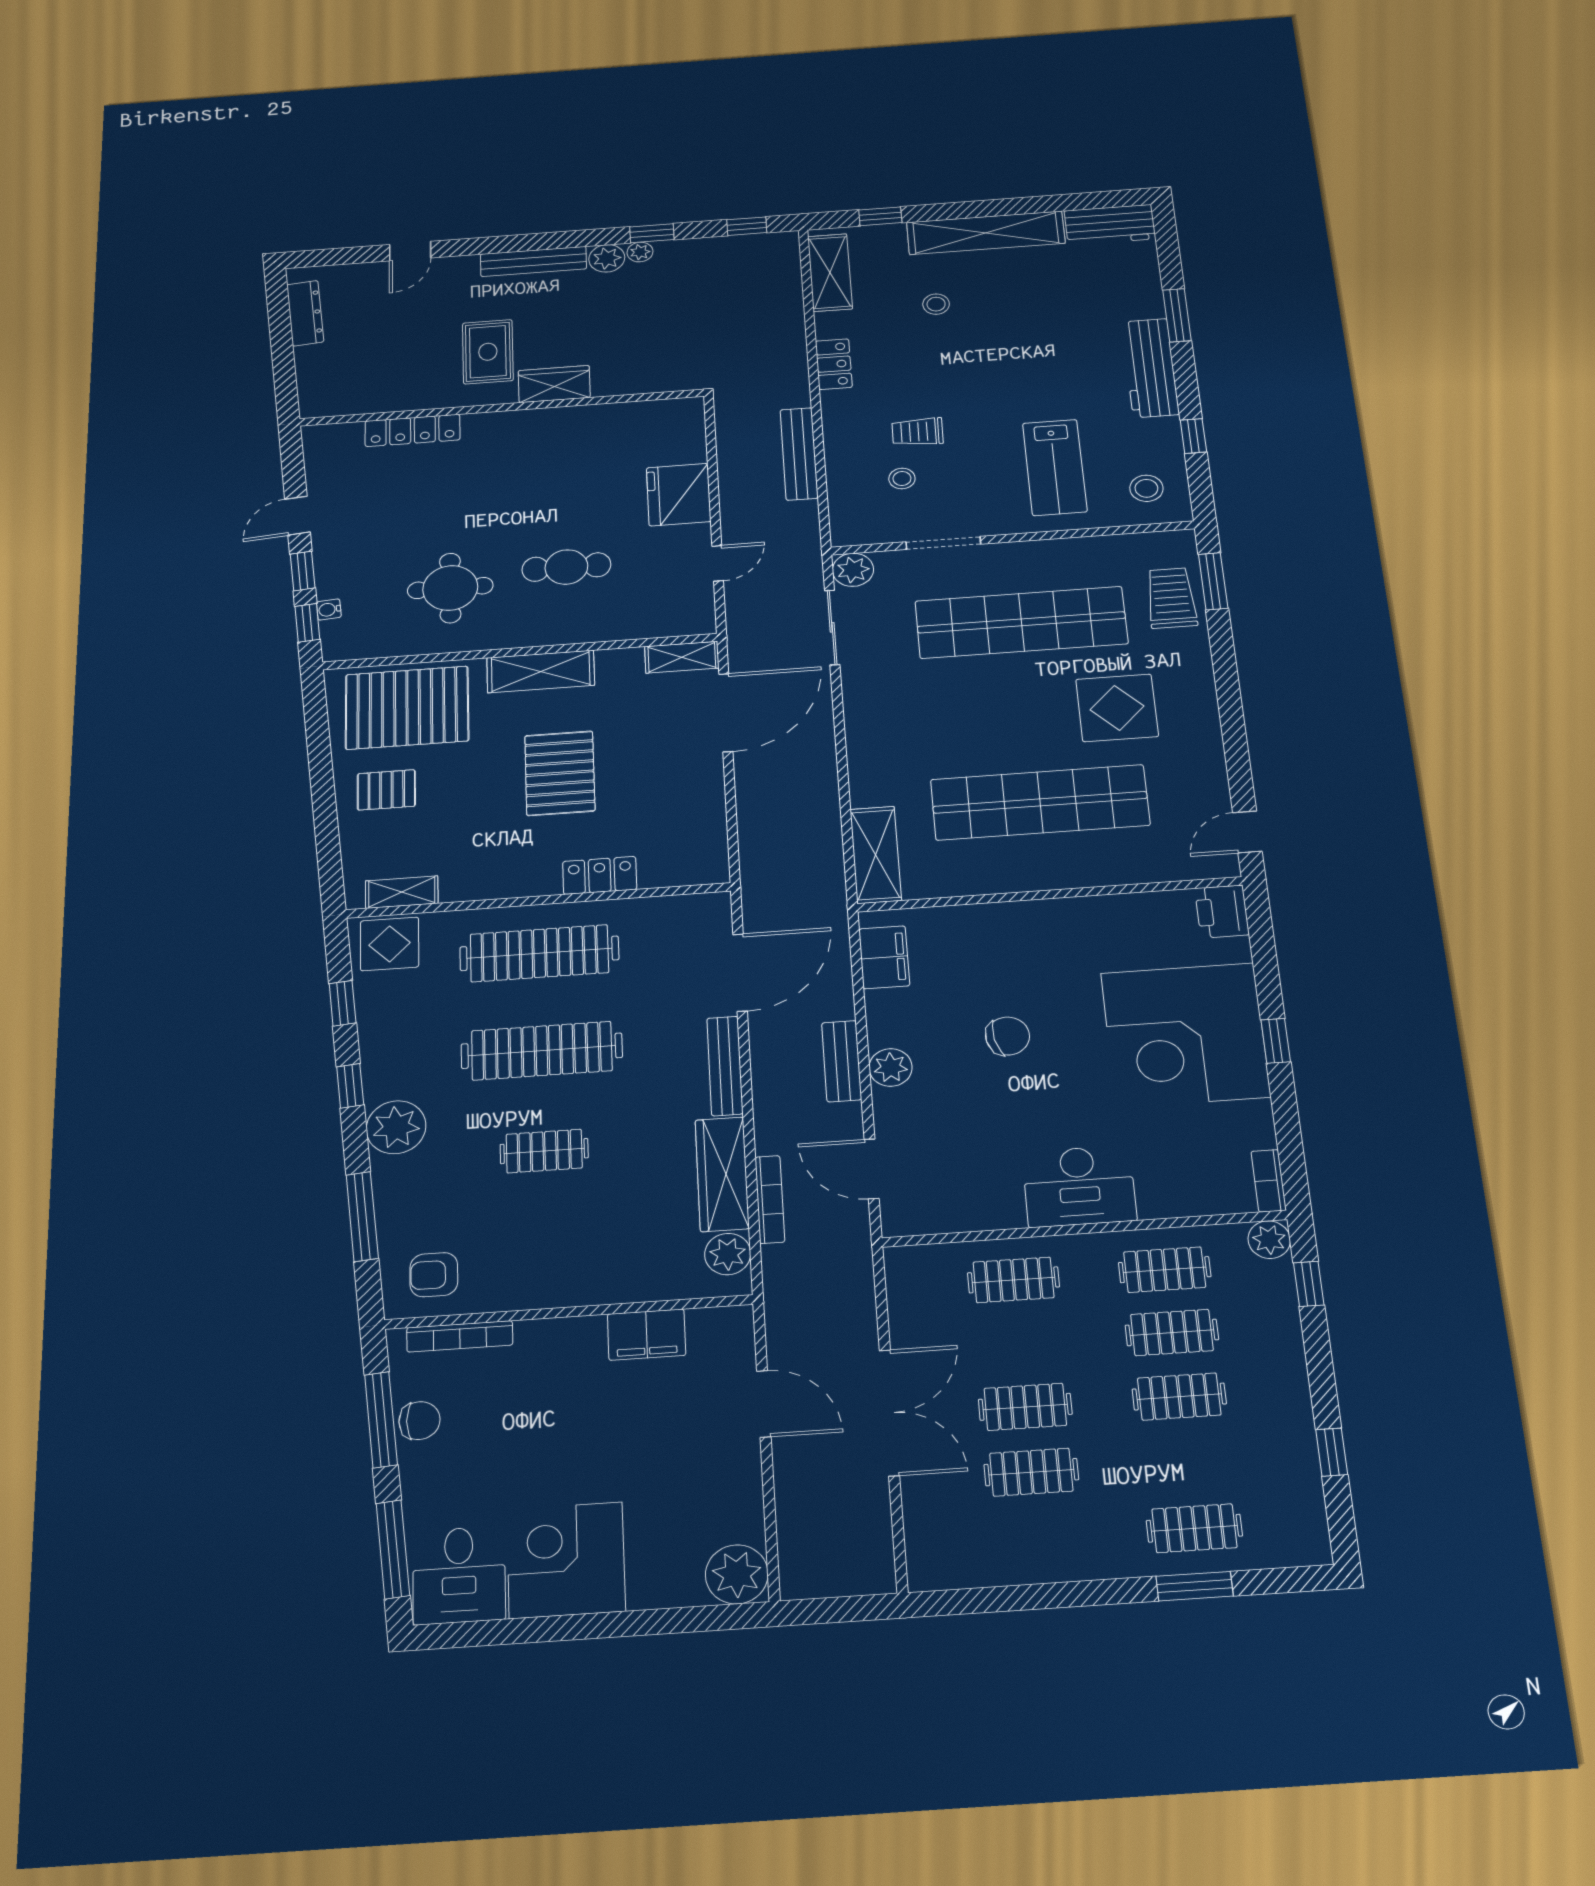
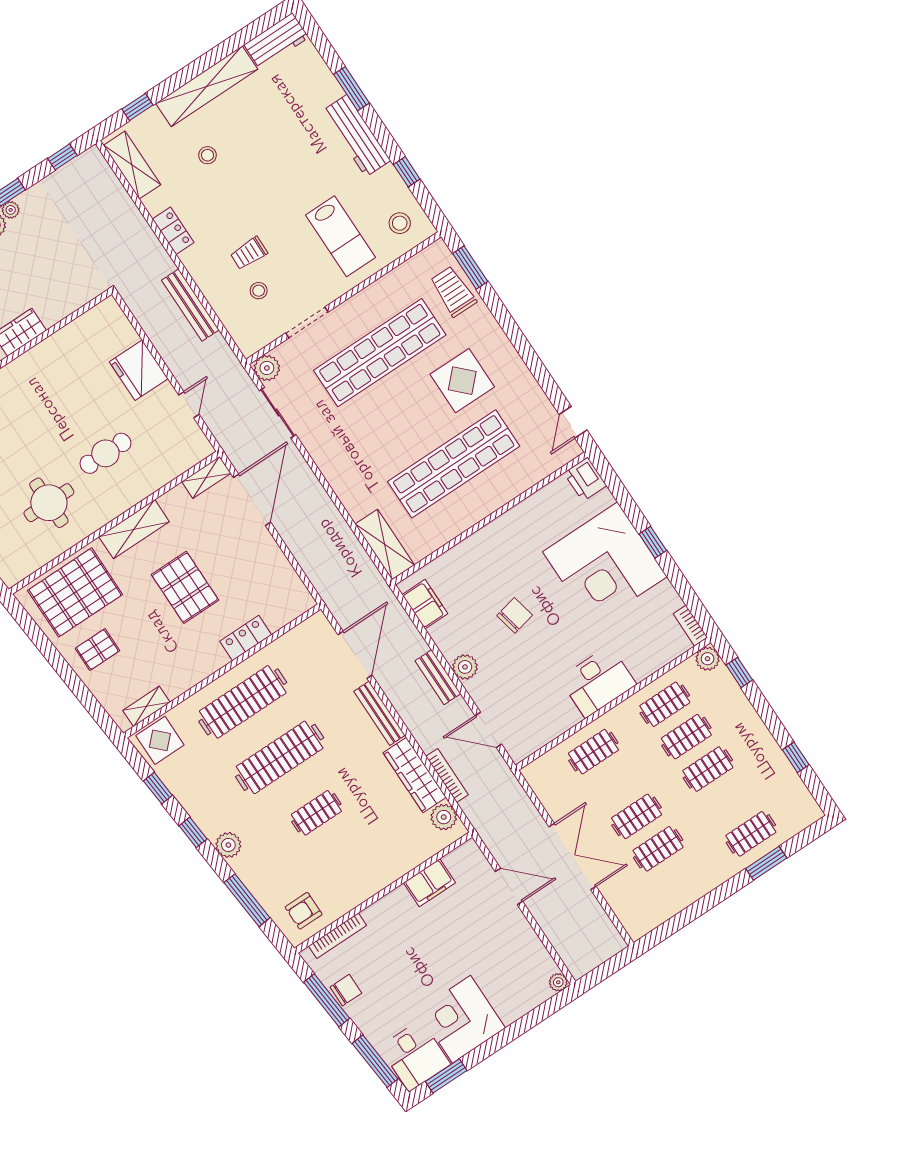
plant: (396, 1127) -> (228, 845), width x0.73, depth x0.73
plant: (737, 1574) -> (558, 982), width x0.53, depth x0.53
window: (487, 1633) -> (446, 1076), added

